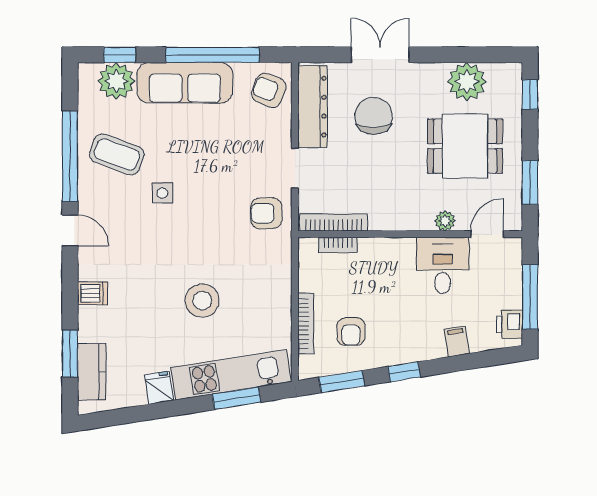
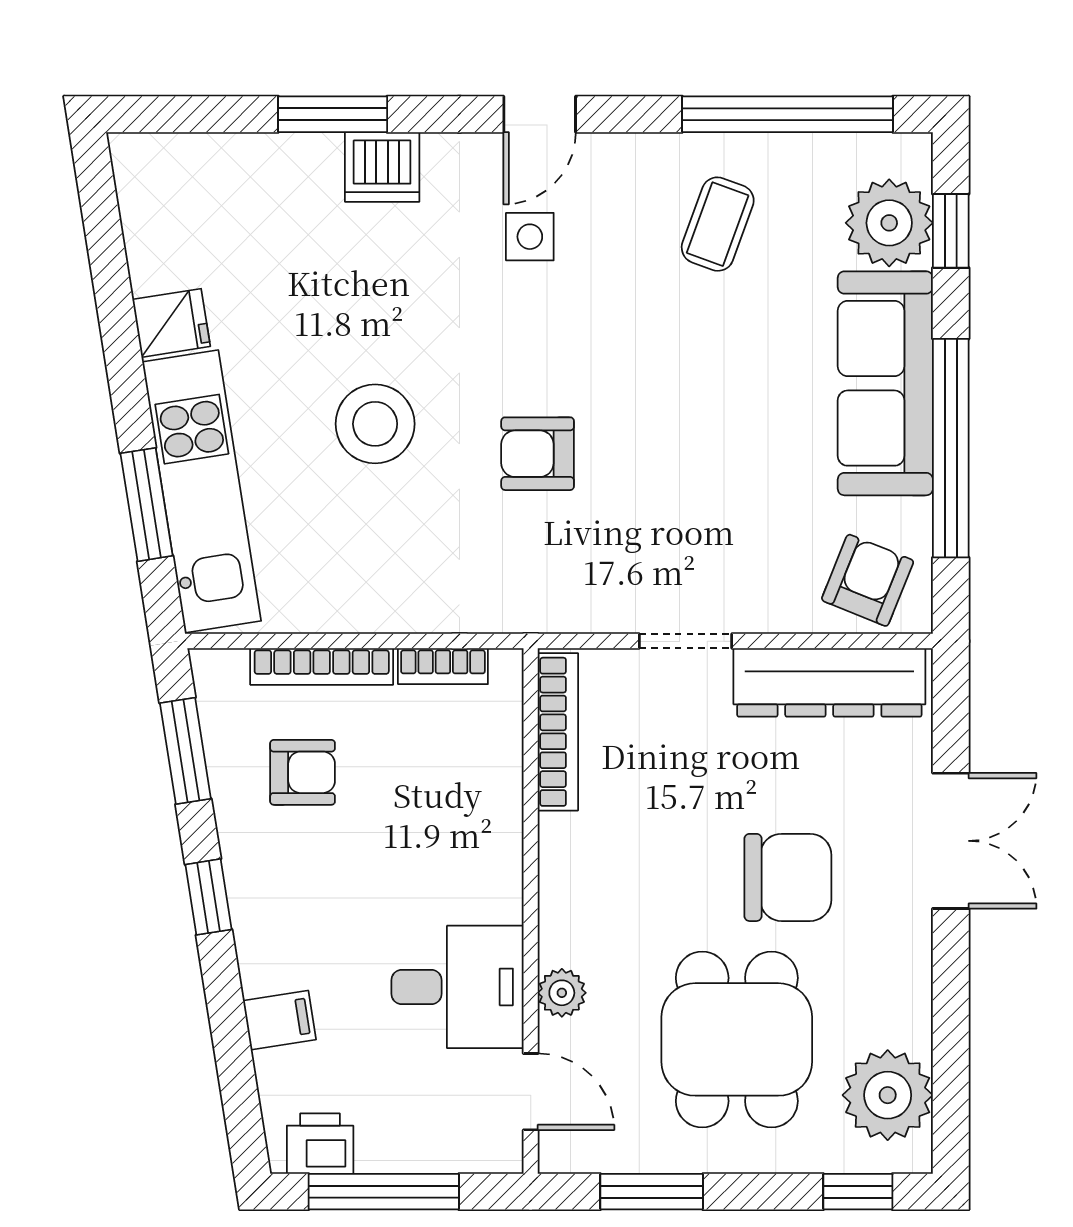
plant: (467, 82) -> (888, 1095), moved
chair: (374, 116) -> (788, 877), moved
coffee table: (117, 154) -> (718, 224), width x0.73, depth x0.77
window: (70, 156) -> (788, 114), moved
side table: (162, 193) -> (530, 237), moved
armchair: (266, 213) -> (538, 454), moved, turned -90
bookcase: (338, 245) -> (443, 666), moved, turned -90
dishwasher: (92, 293) -> (382, 167), width x1.38
armchair: (351, 332) -> (303, 772), turned 180
window: (70, 354) -> (333, 114), moved
kitchen counter: (92, 372) -> (208, 165), removed

